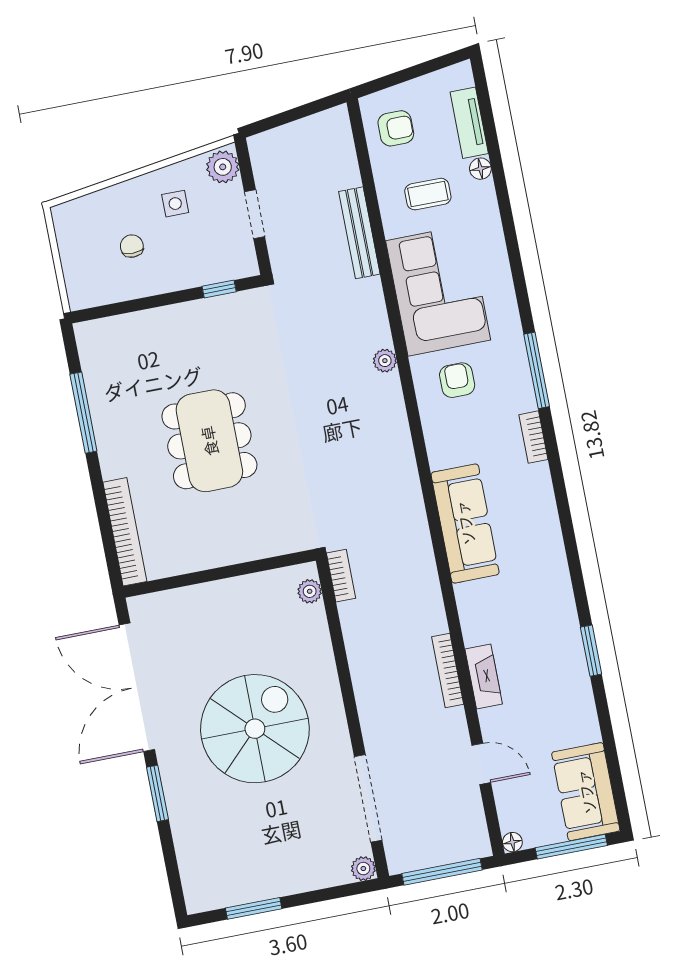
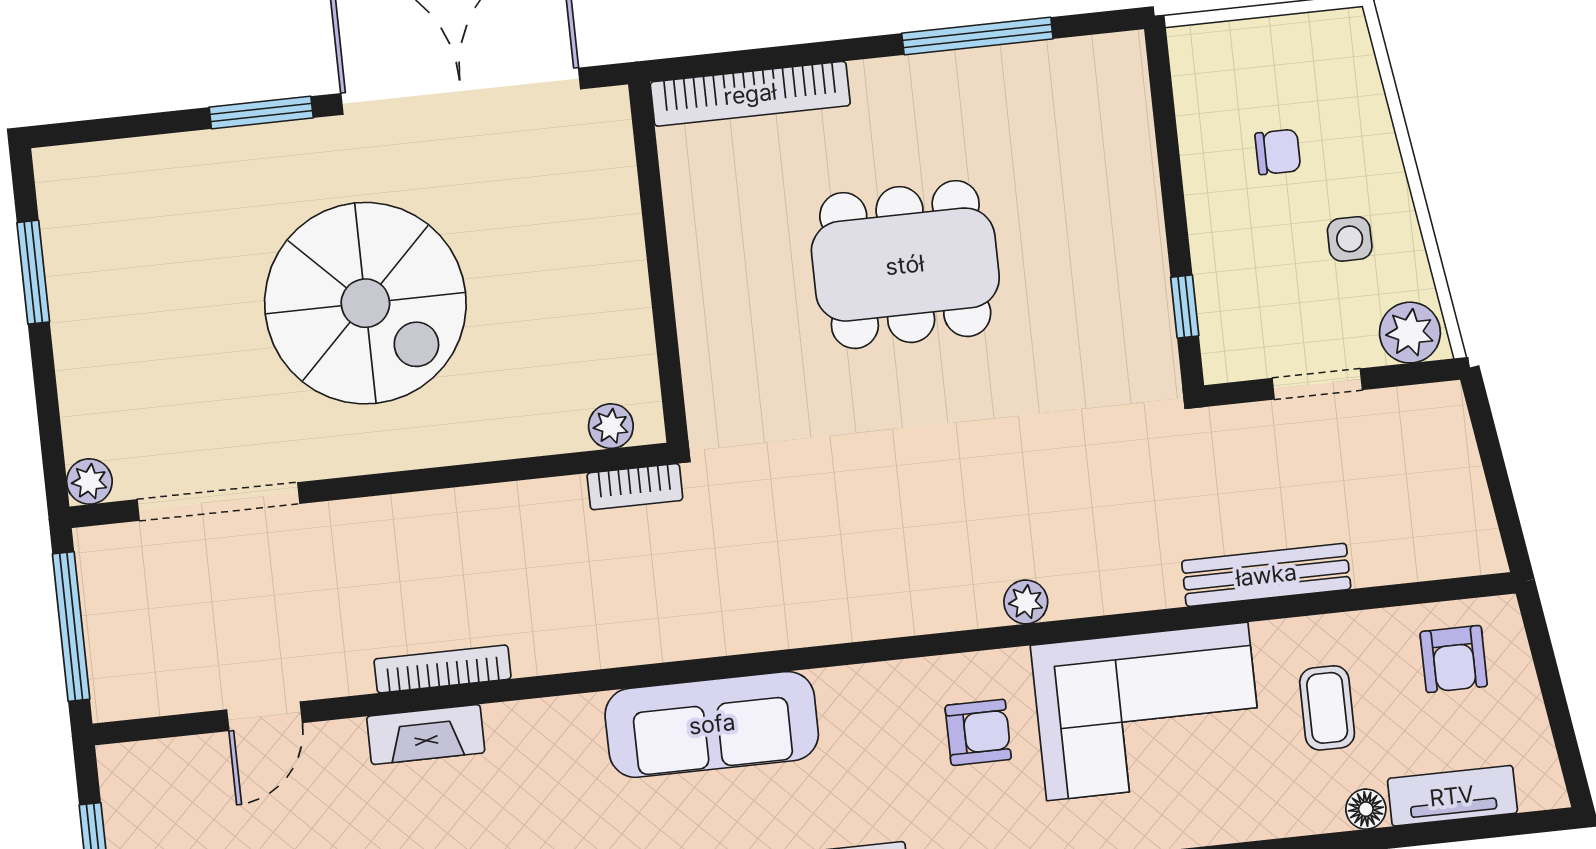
floor lamp: (512, 842) -> (115, 762), removed

